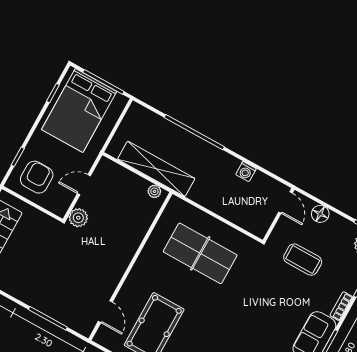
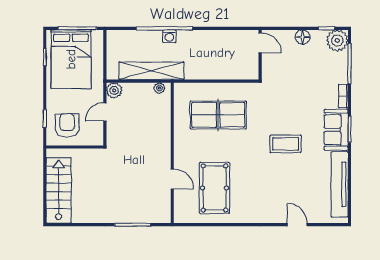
washing machine: (246, 172) -> (169, 36), moved
floor lamp: (320, 214) -> (302, 37), moved
plant: (78, 218) -> (114, 90), moved
coffee table: (303, 260) -> (286, 144), moved
door: (105, 312) -> (172, 179), moved

